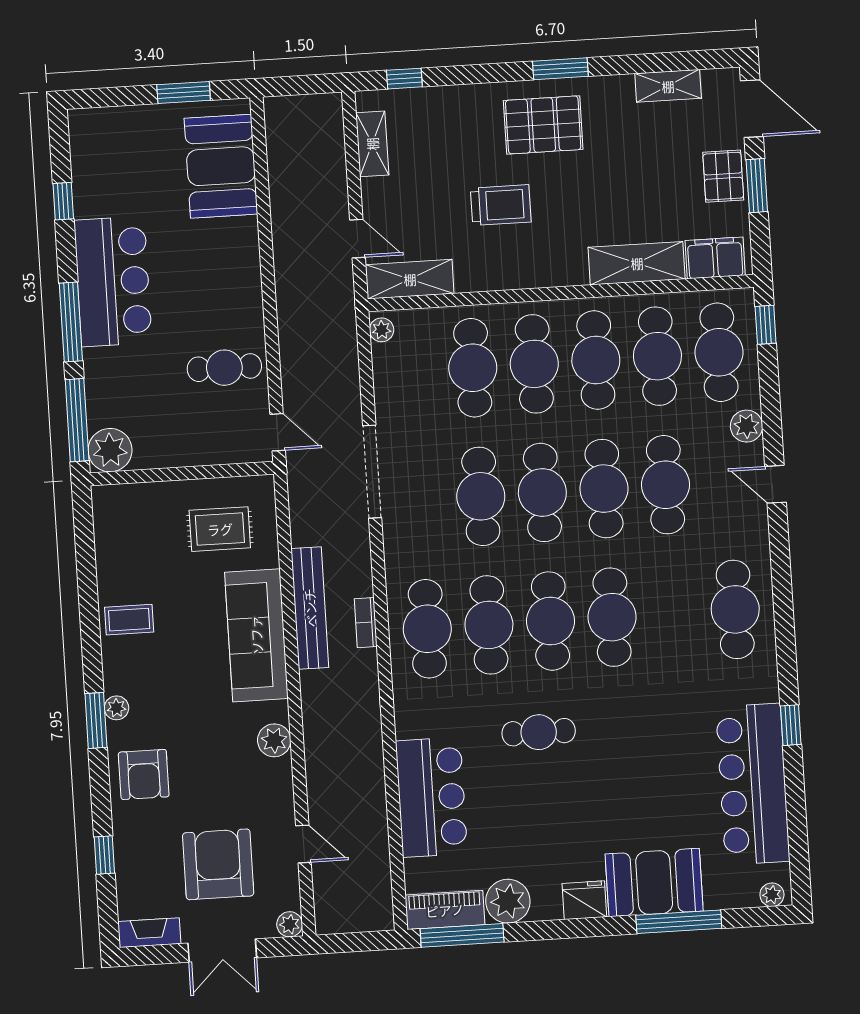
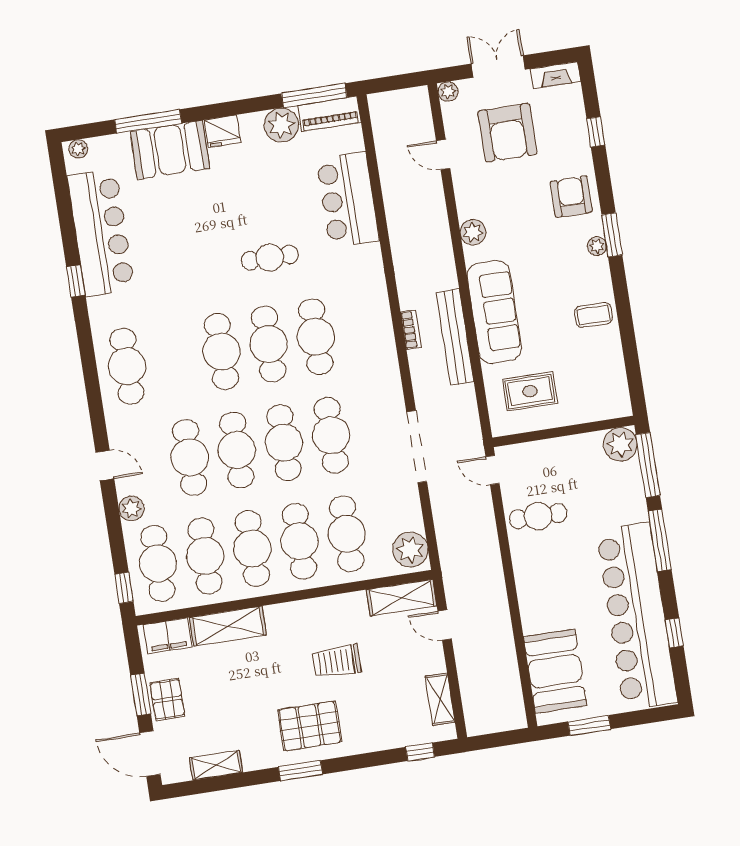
bar counter: (113, 281) -> (637, 616), width x1.86
plant: (382, 330) -> (410, 550), width x1.88, depth x1.88
cafe table: (427, 629) -> (363, 329), removed

